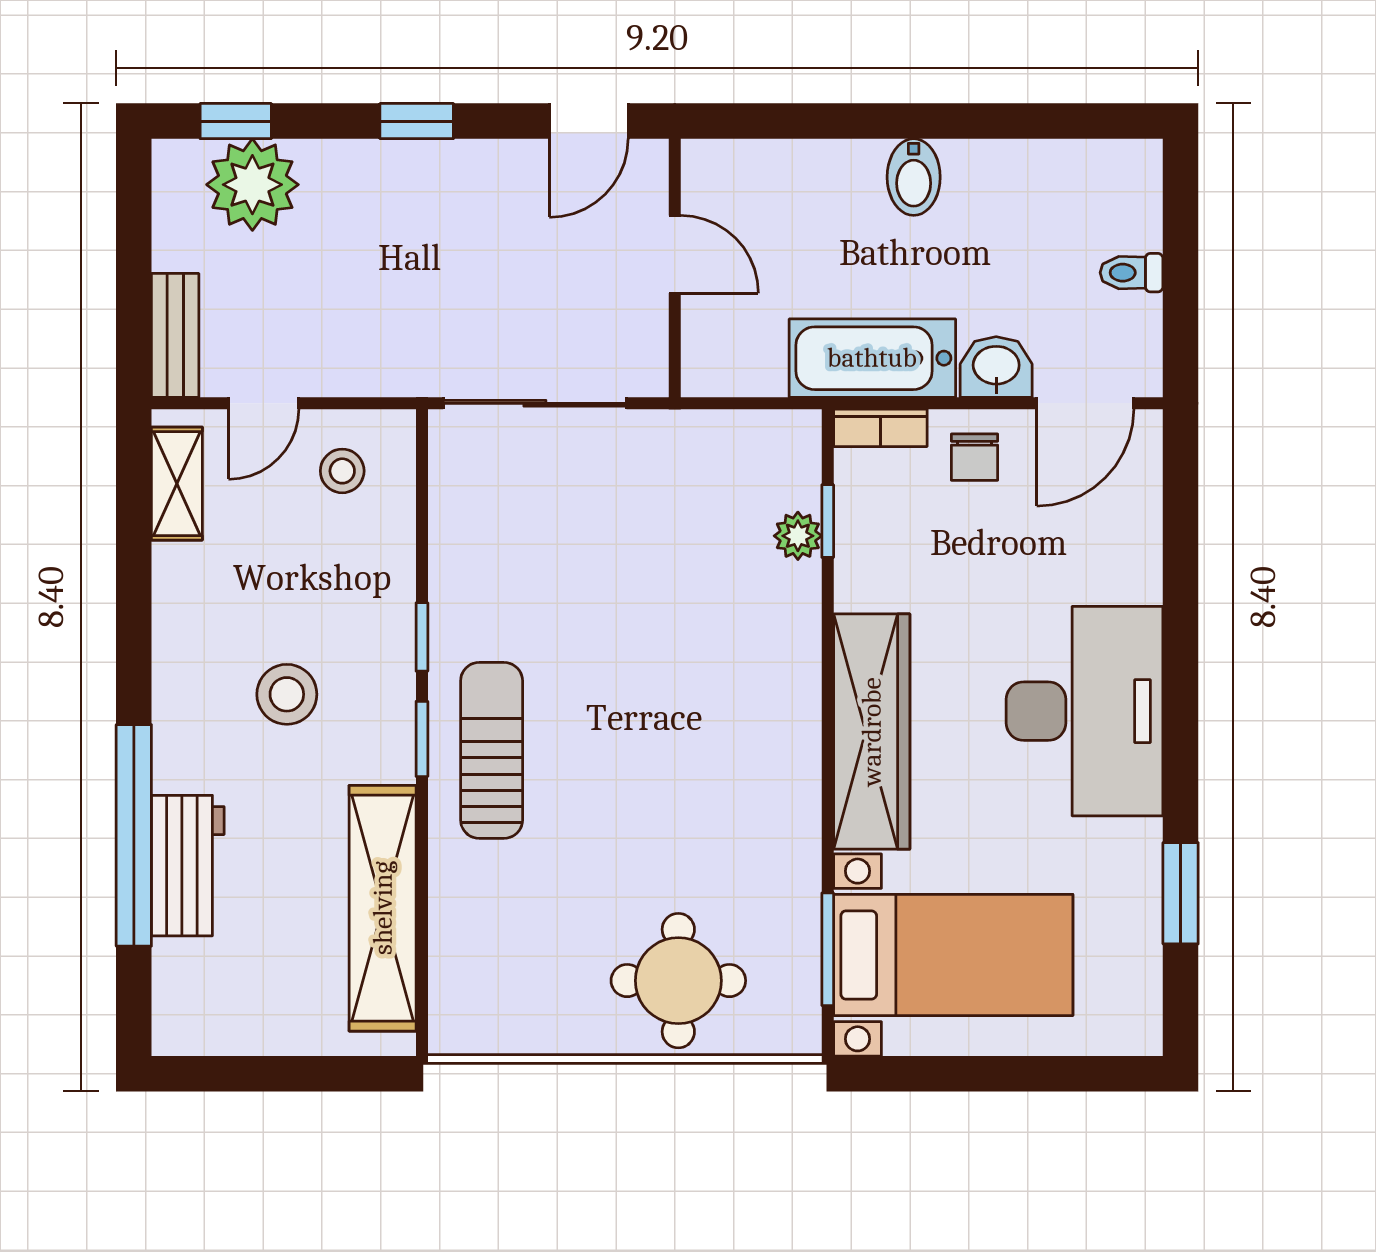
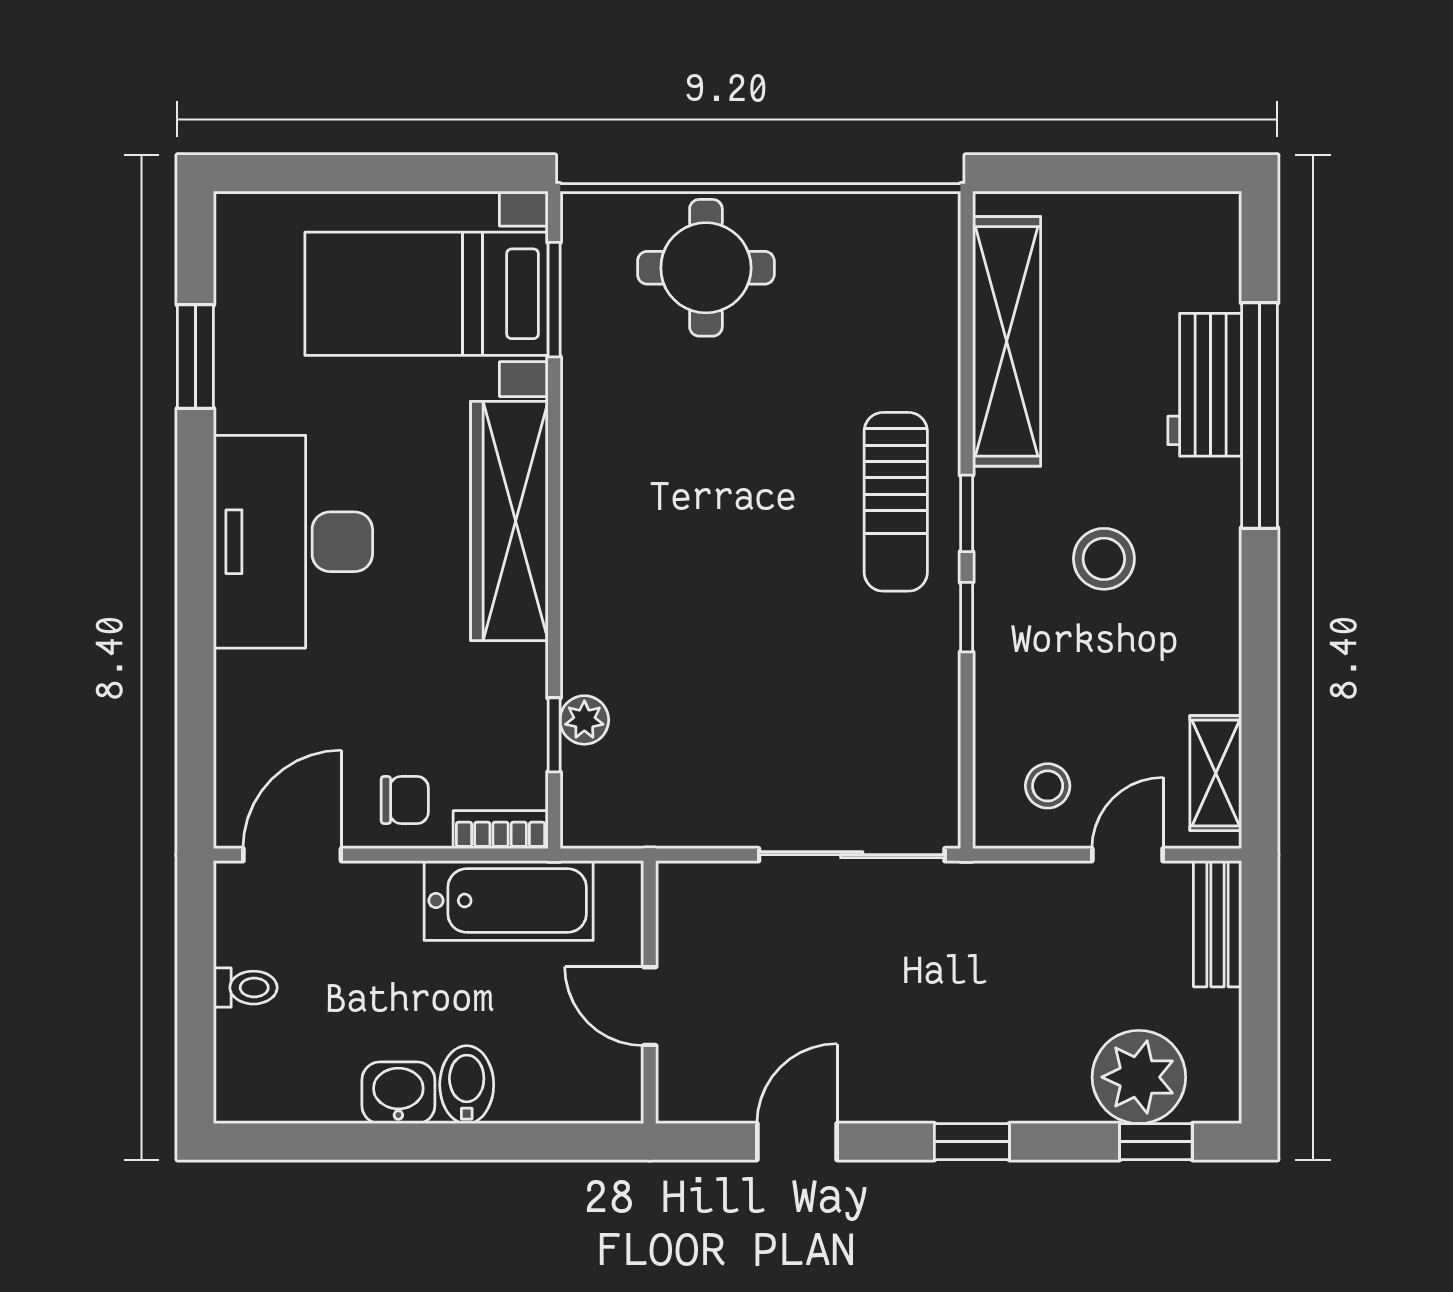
door: (675, 254) -> (650, 1006), moved
wall: (675, 268) -> (650, 992), moved
washbasin: (996, 367) -> (398, 1093), moved, turned 180
chair: (975, 457) -> (405, 800), turned 90

